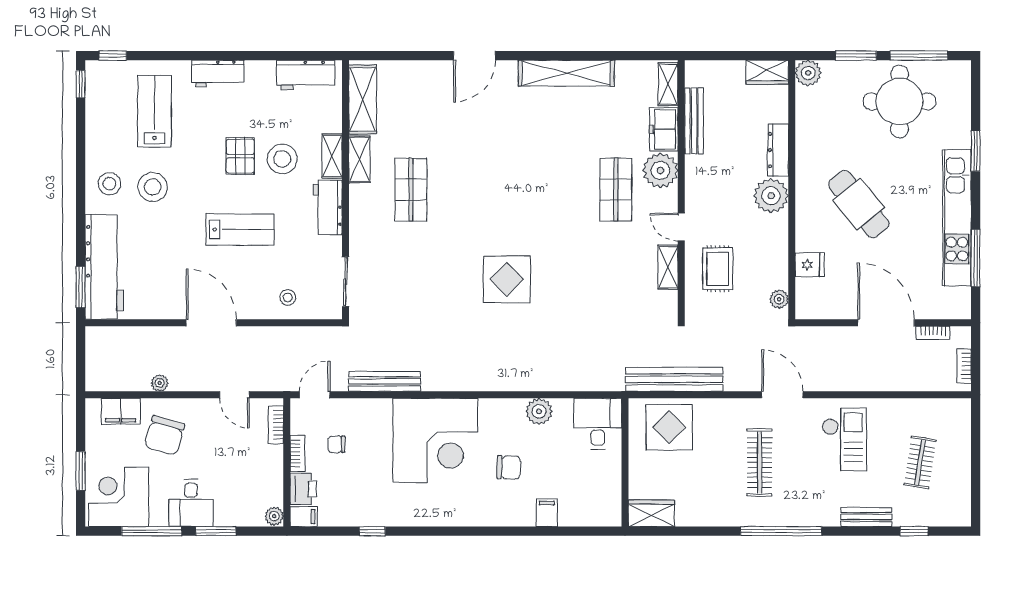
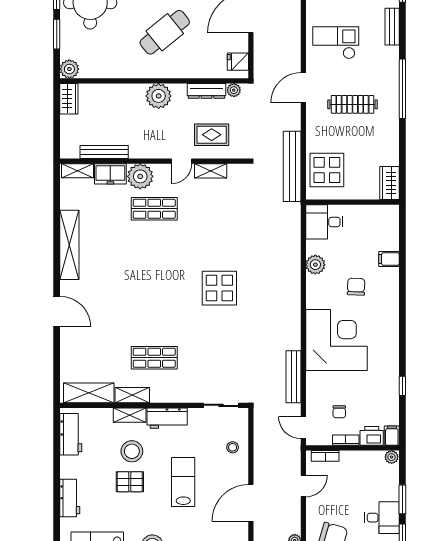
dresser: (778, 150) -> (207, 91), moved
fridge: (810, 265) -> (238, 62), moved, turned -90

